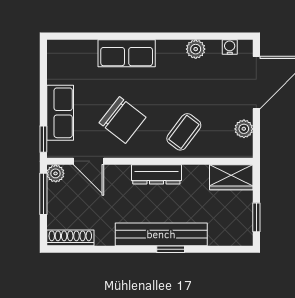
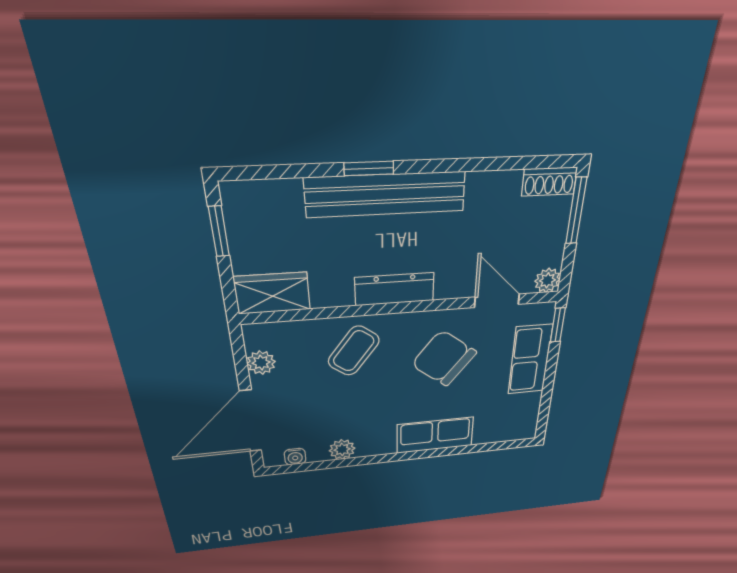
window: (43, 194) -> (576, 211), moved
shoe rack: (70, 238) -> (549, 182), width x0.70

